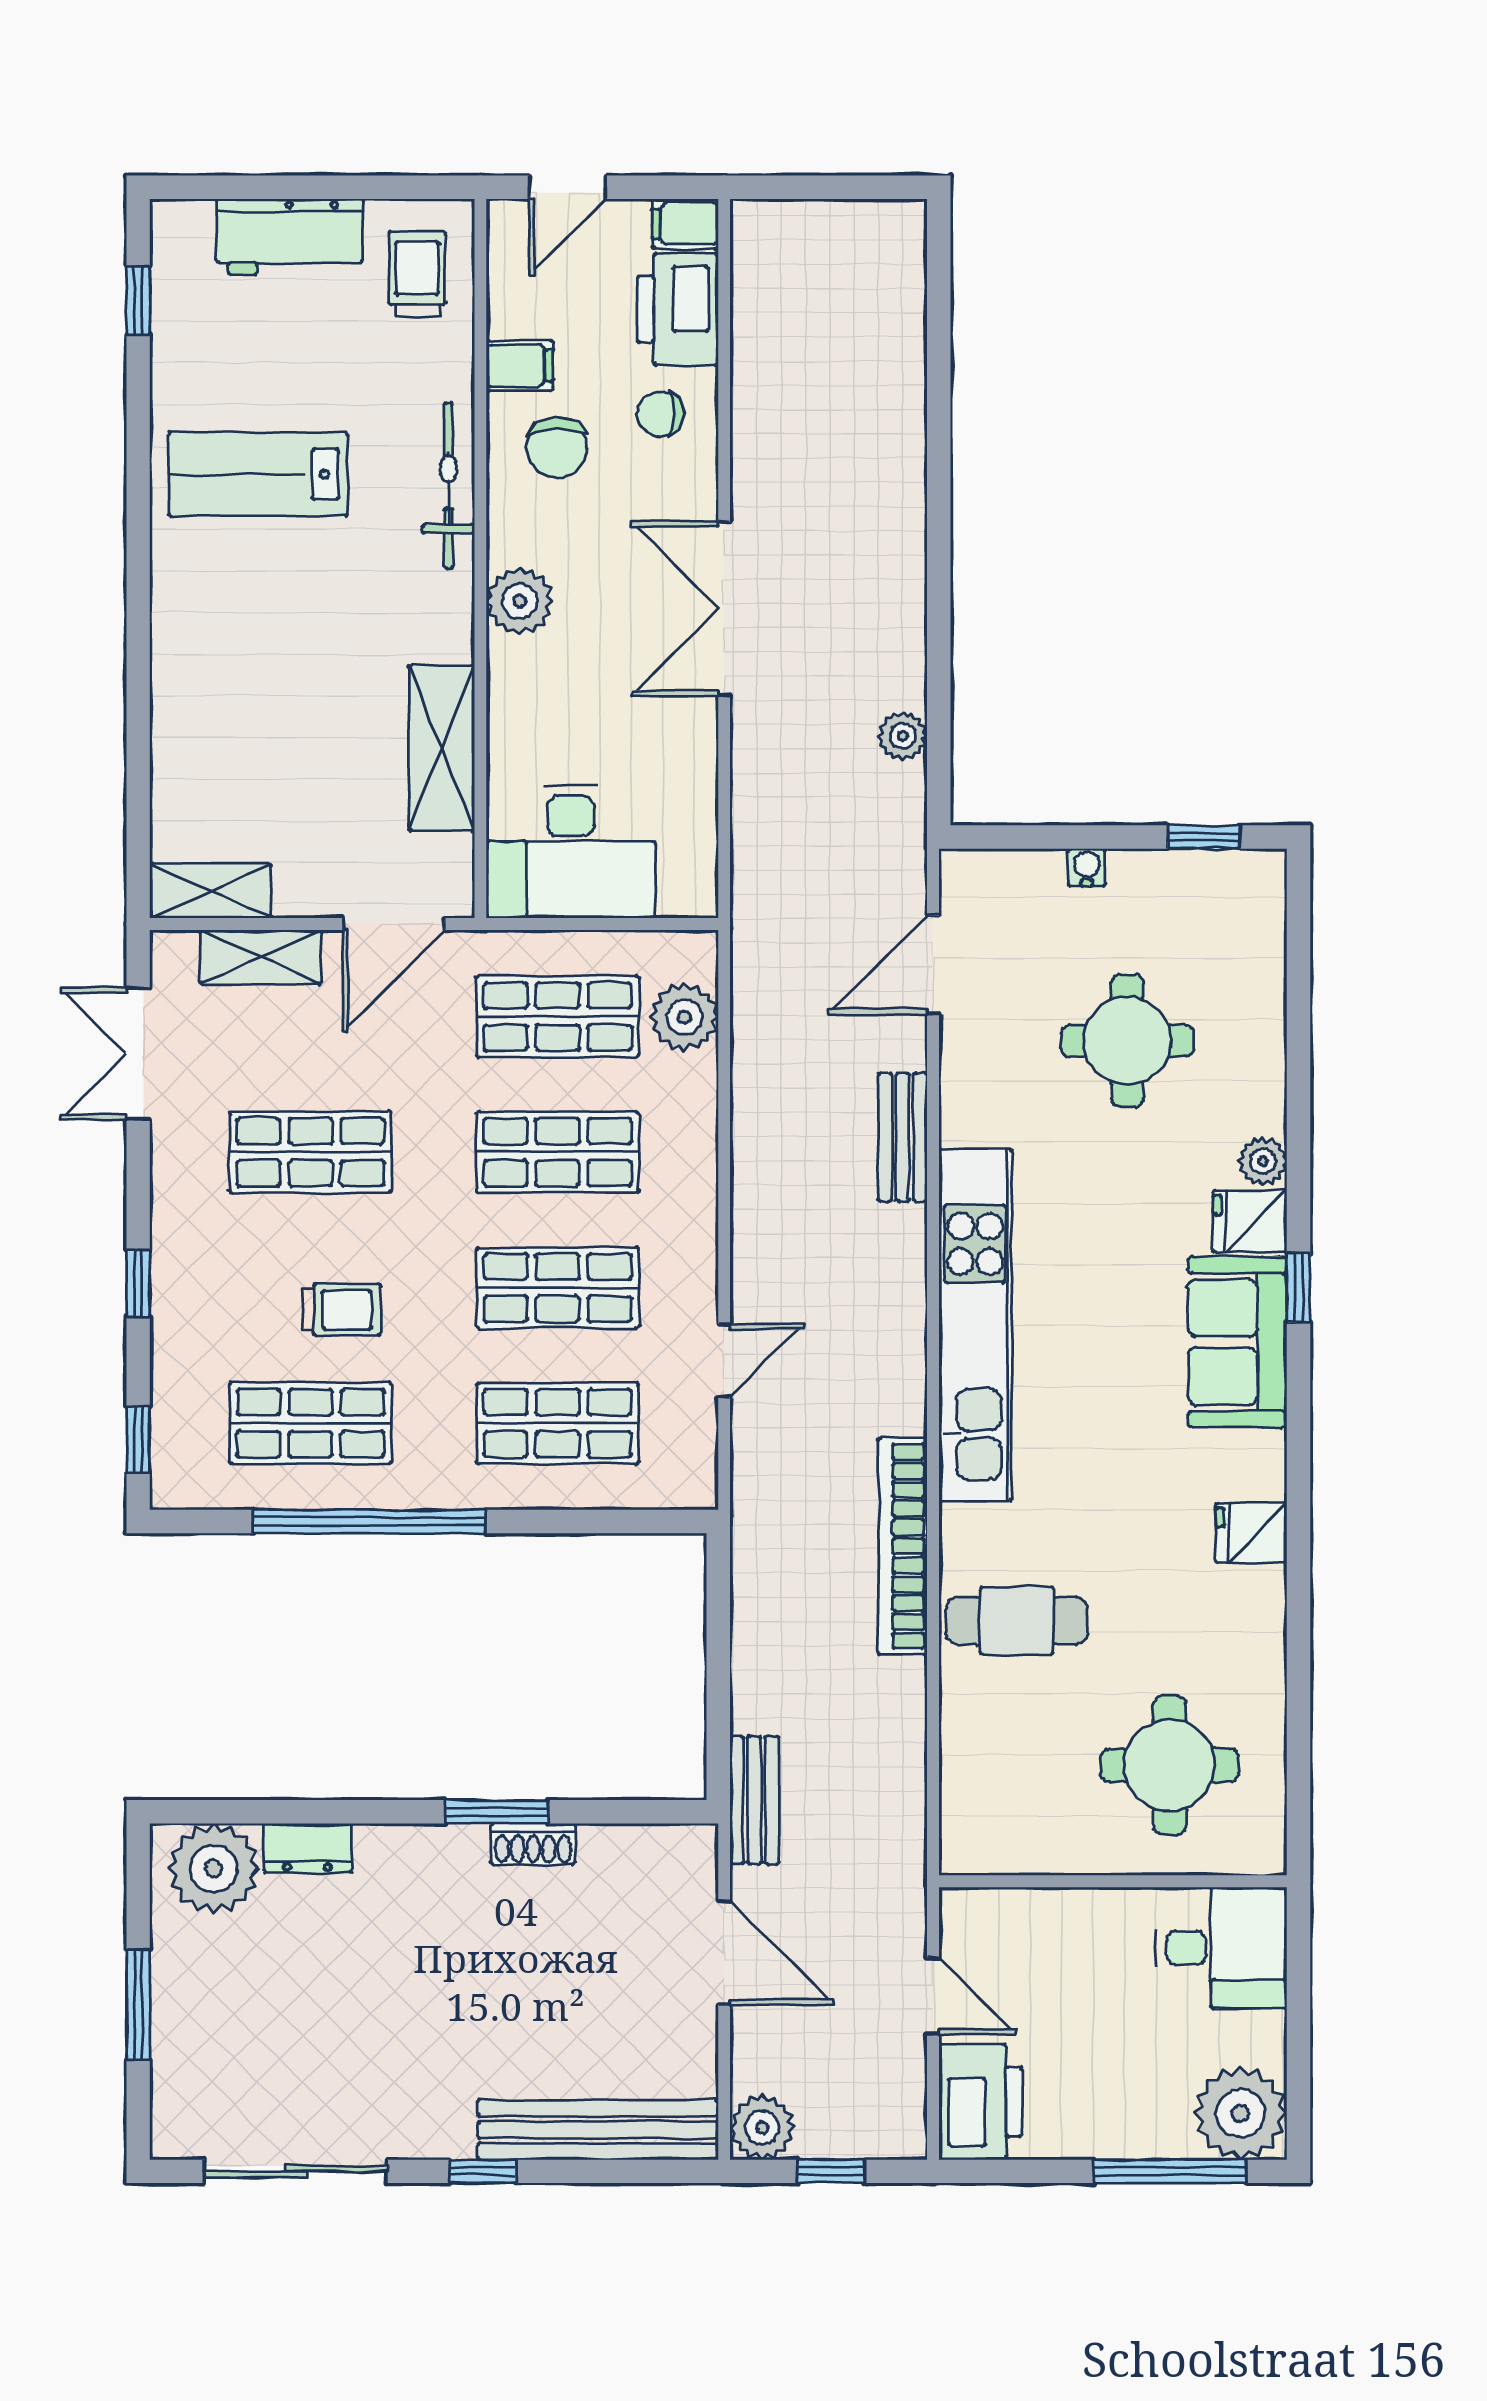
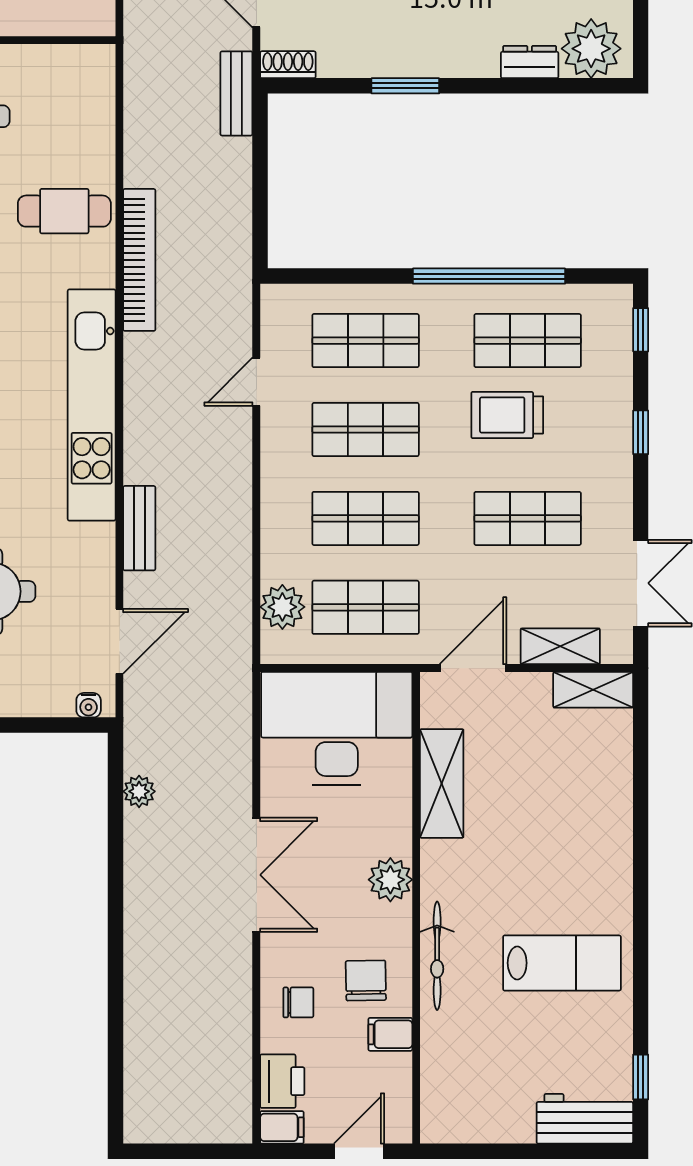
workbench: (290, 237) -> (585, 1119), moved
trolley: (417, 274) -> (458, 1094), removed
printer: (678, 309) -> (282, 1081), width x0.73, depth x0.84
desk: (571, 852) -> (337, 728), width x1.36, depth x1.30
water cooler: (1087, 867) -> (89, 705), moved
trolley: (342, 1310) -> (507, 415), width x1.36, depth x1.39
shoe rack: (533, 1844) -> (288, 65), moved

